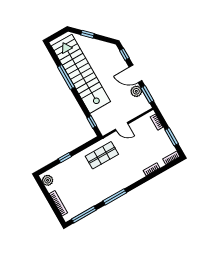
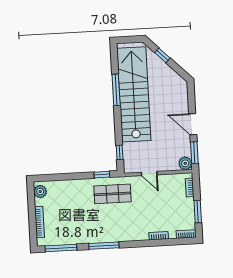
window: (124, 54) -> (191, 97), removed
plant: (136, 91) -> (185, 163), moved
window: (65, 158) -> (102, 175), moved

